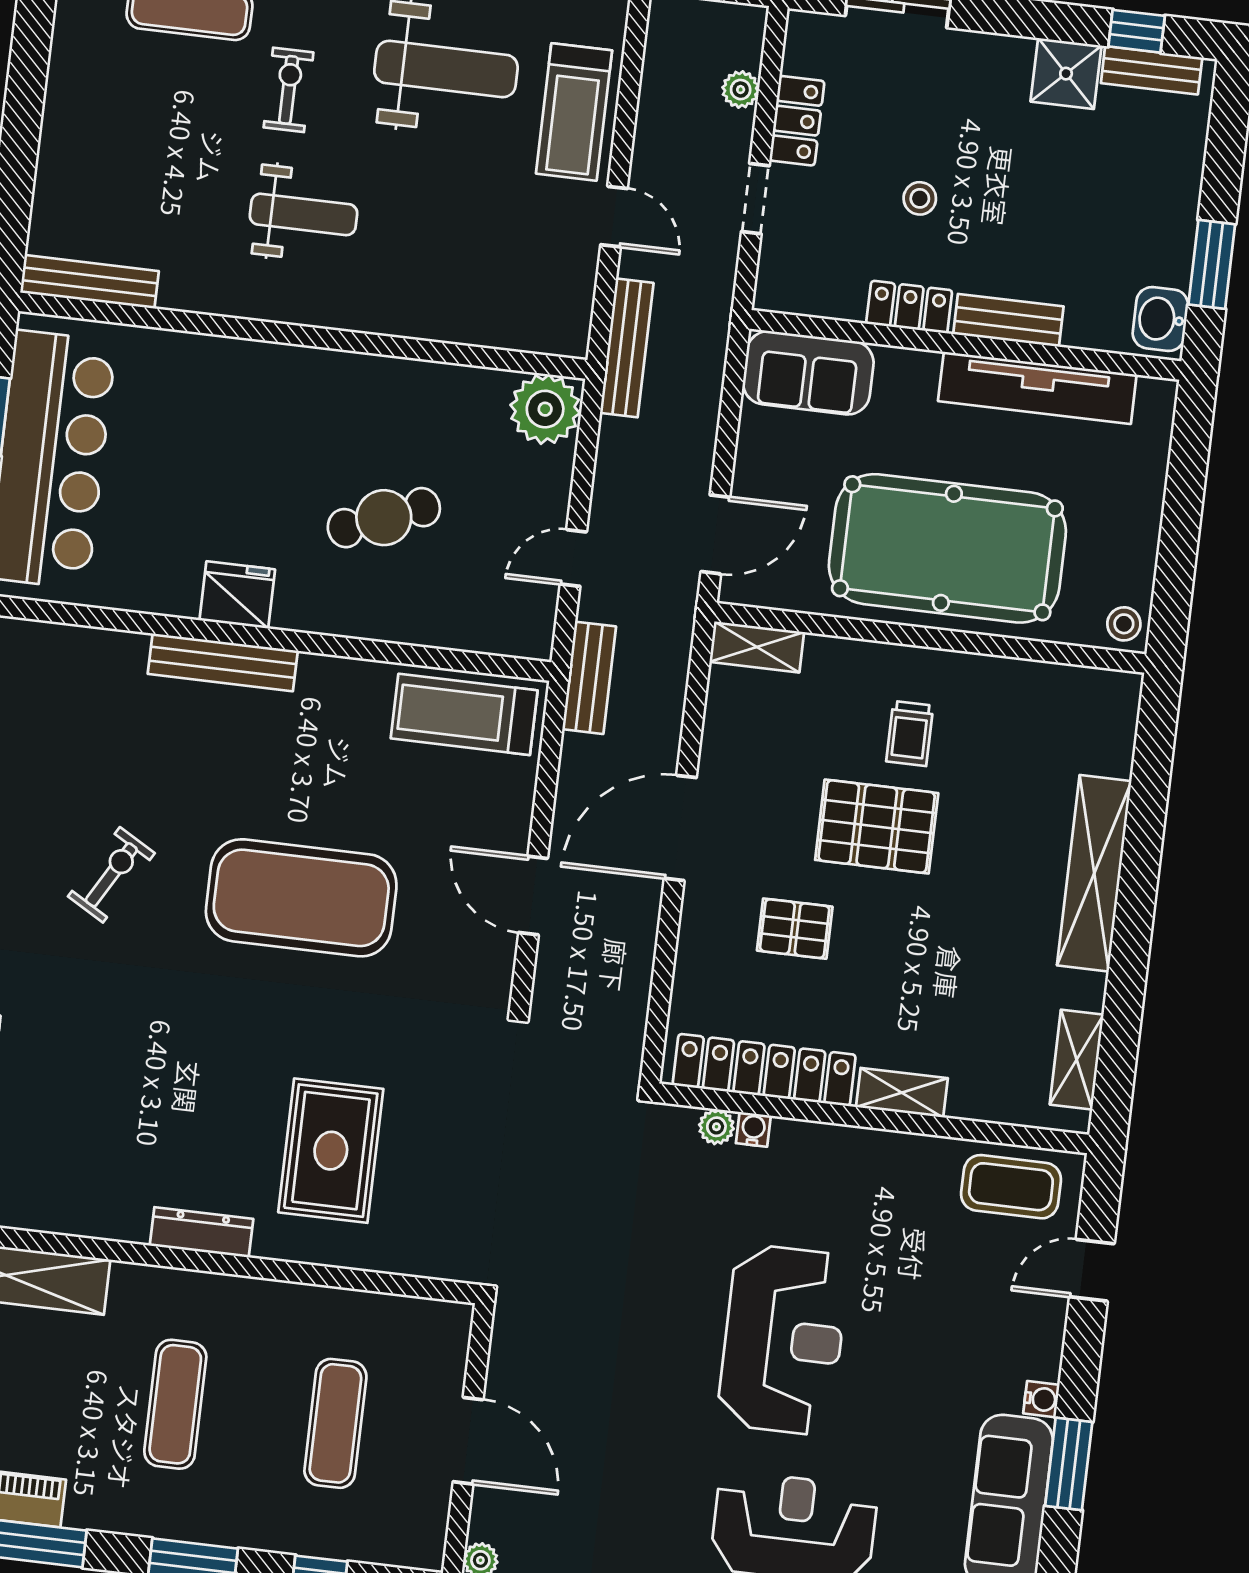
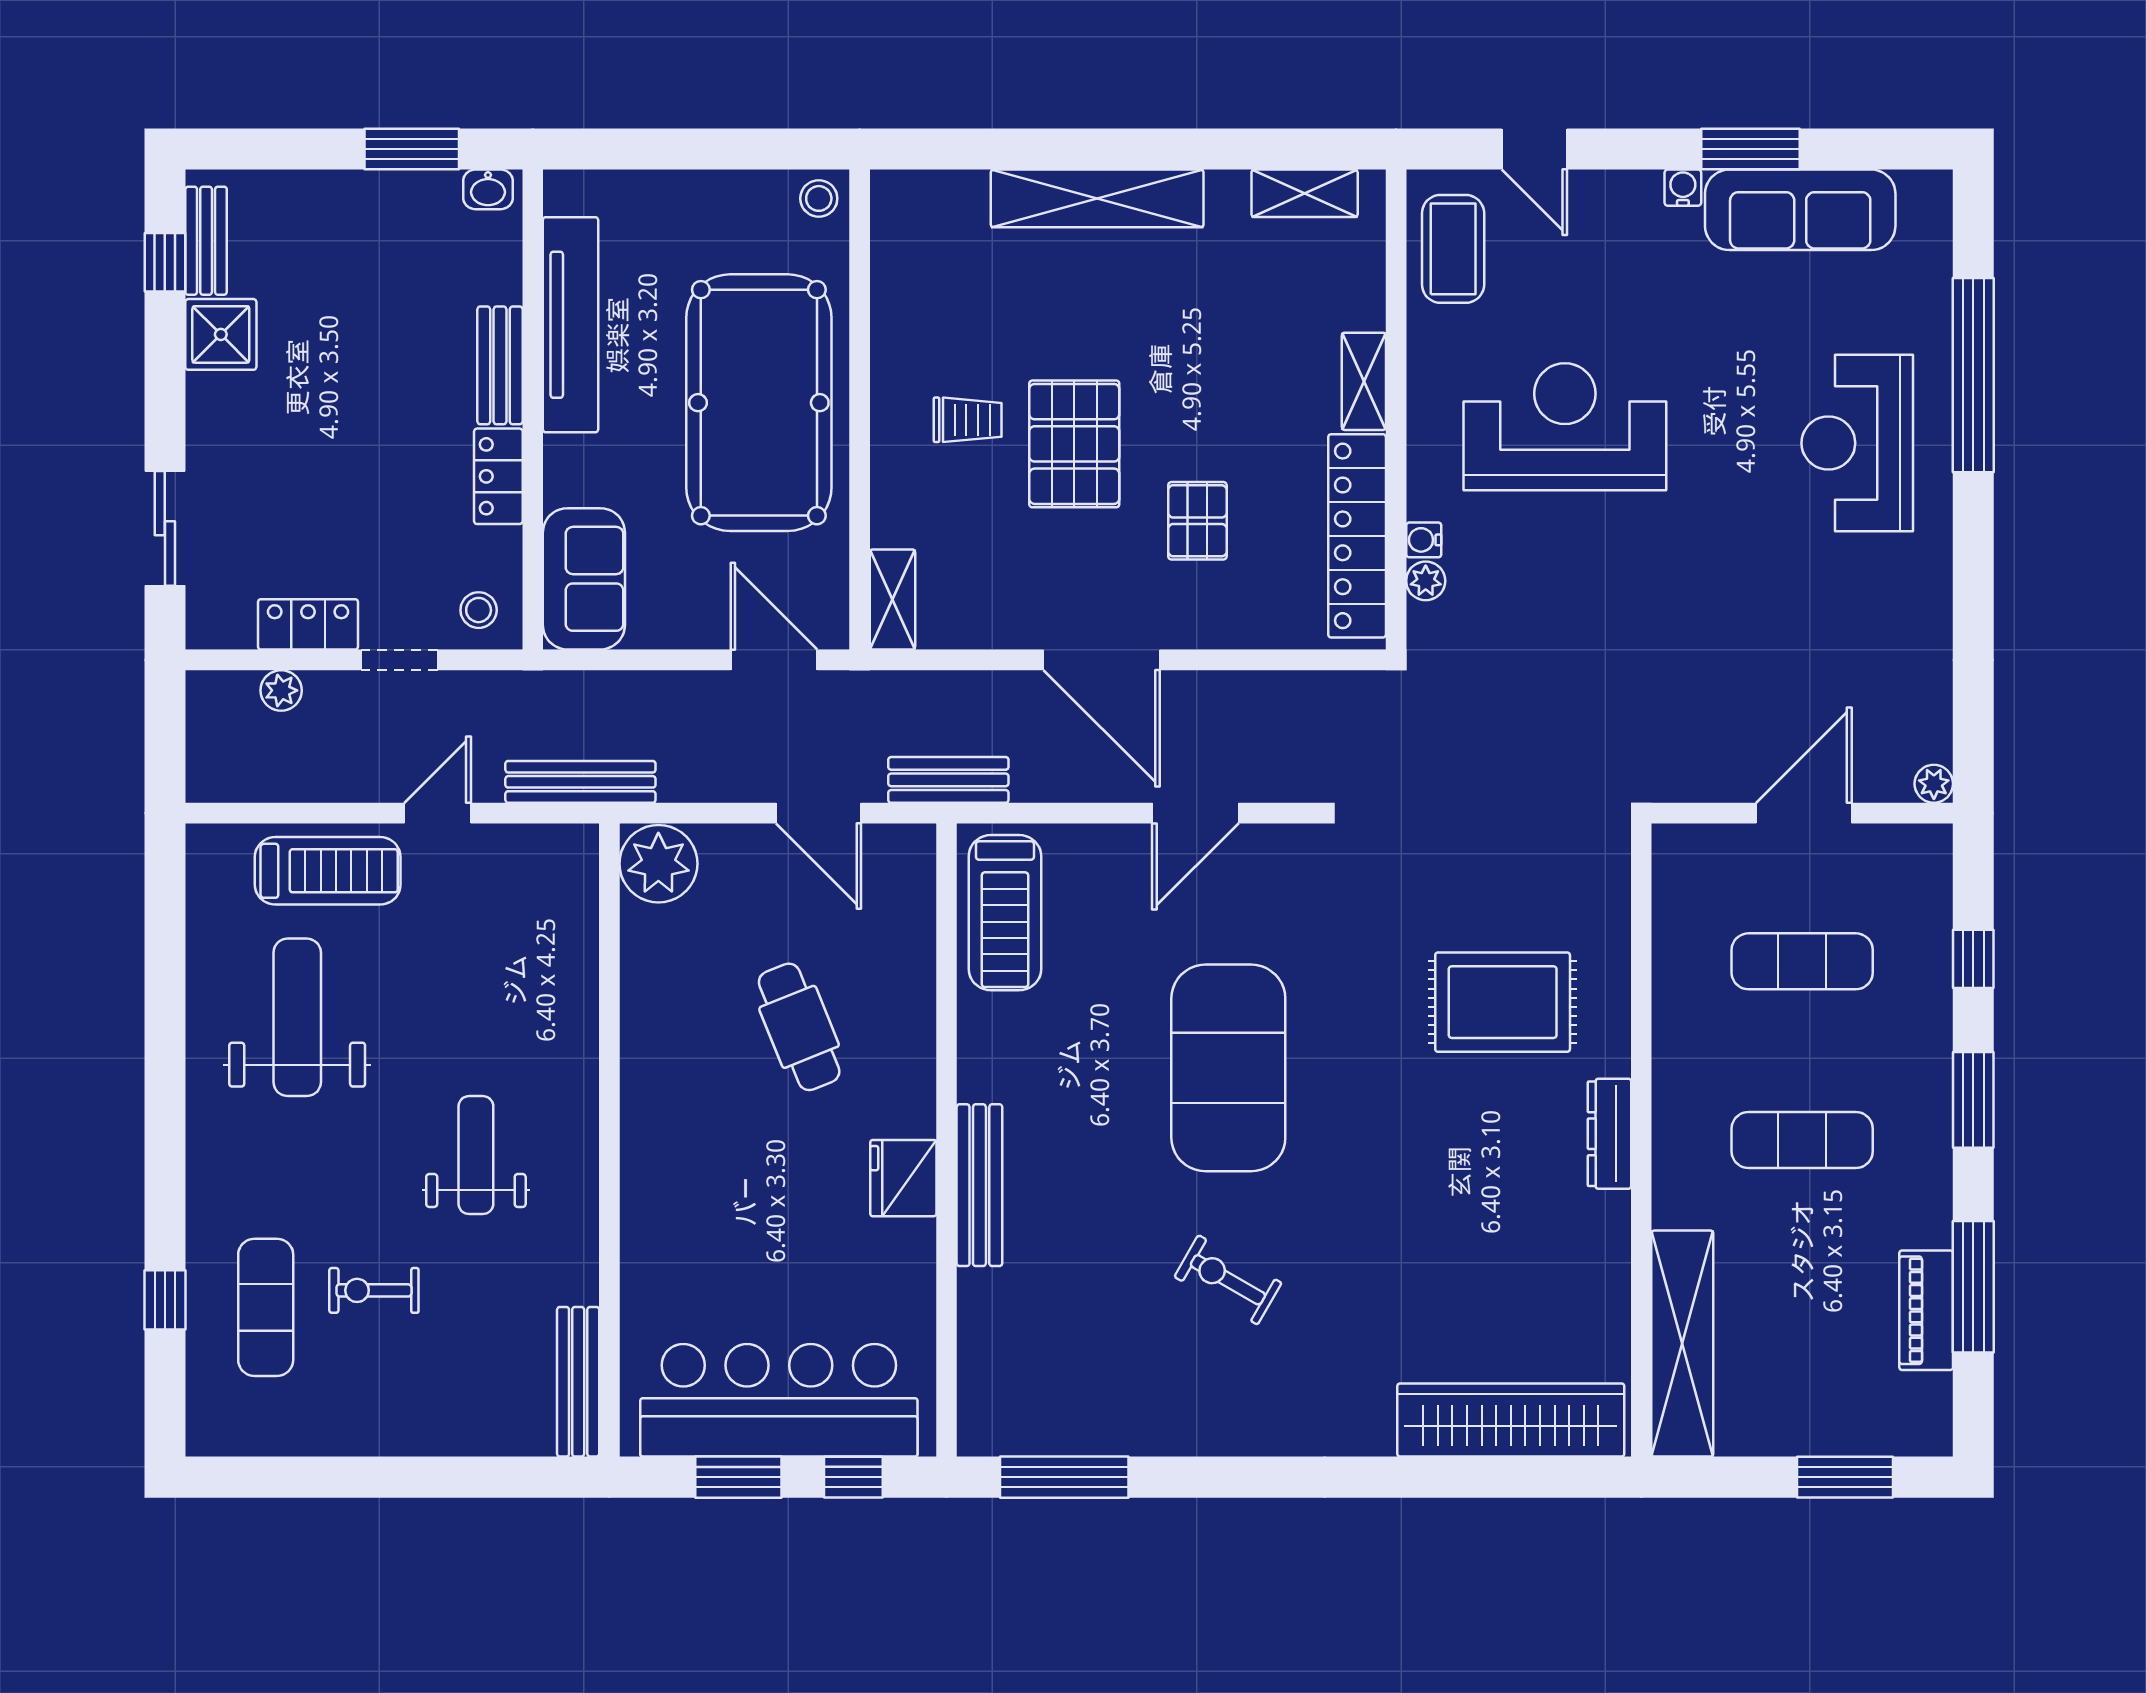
exercise bike: (289, 90) -> (374, 1290), moved
stool: (920, 198) -> (479, 610), moved
washbasin: (1160, 319) -> (488, 189), width x0.72, depth x0.69
door: (573, 558) -> (819, 813), width x1.38
reception desk: (783, 1340) -> (1565, 427), moved

